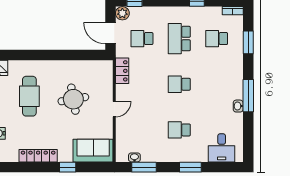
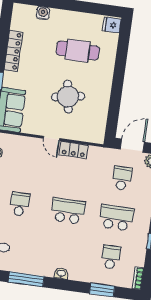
locker: (122, 71) -> (74, 150), moved
school desk: (179, 84) -> (68, 211), width x1.85
window: (248, 96) -> (26, 279), moved
washbasin: (238, 106) -> (61, 273), moved

